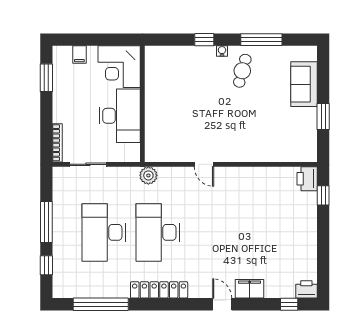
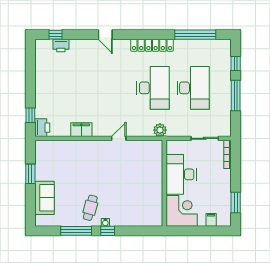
window: (204, 40) -> (108, 231), moved
door: (204, 164) -> (119, 138), hinge flipped
filing cabinet: (250, 289) -> (81, 130), moved, turned 180
printer: (306, 289) -> (61, 46), moved

